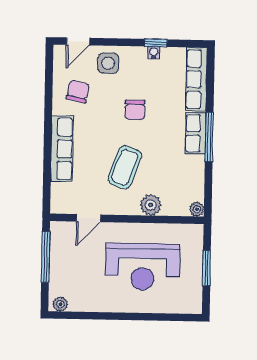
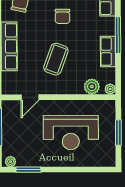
row of seats: (196, 133) -> (108, 51), moved
plant: (151, 205) -> (92, 87), moved
window: (84, 316) -> (28, 170), added

